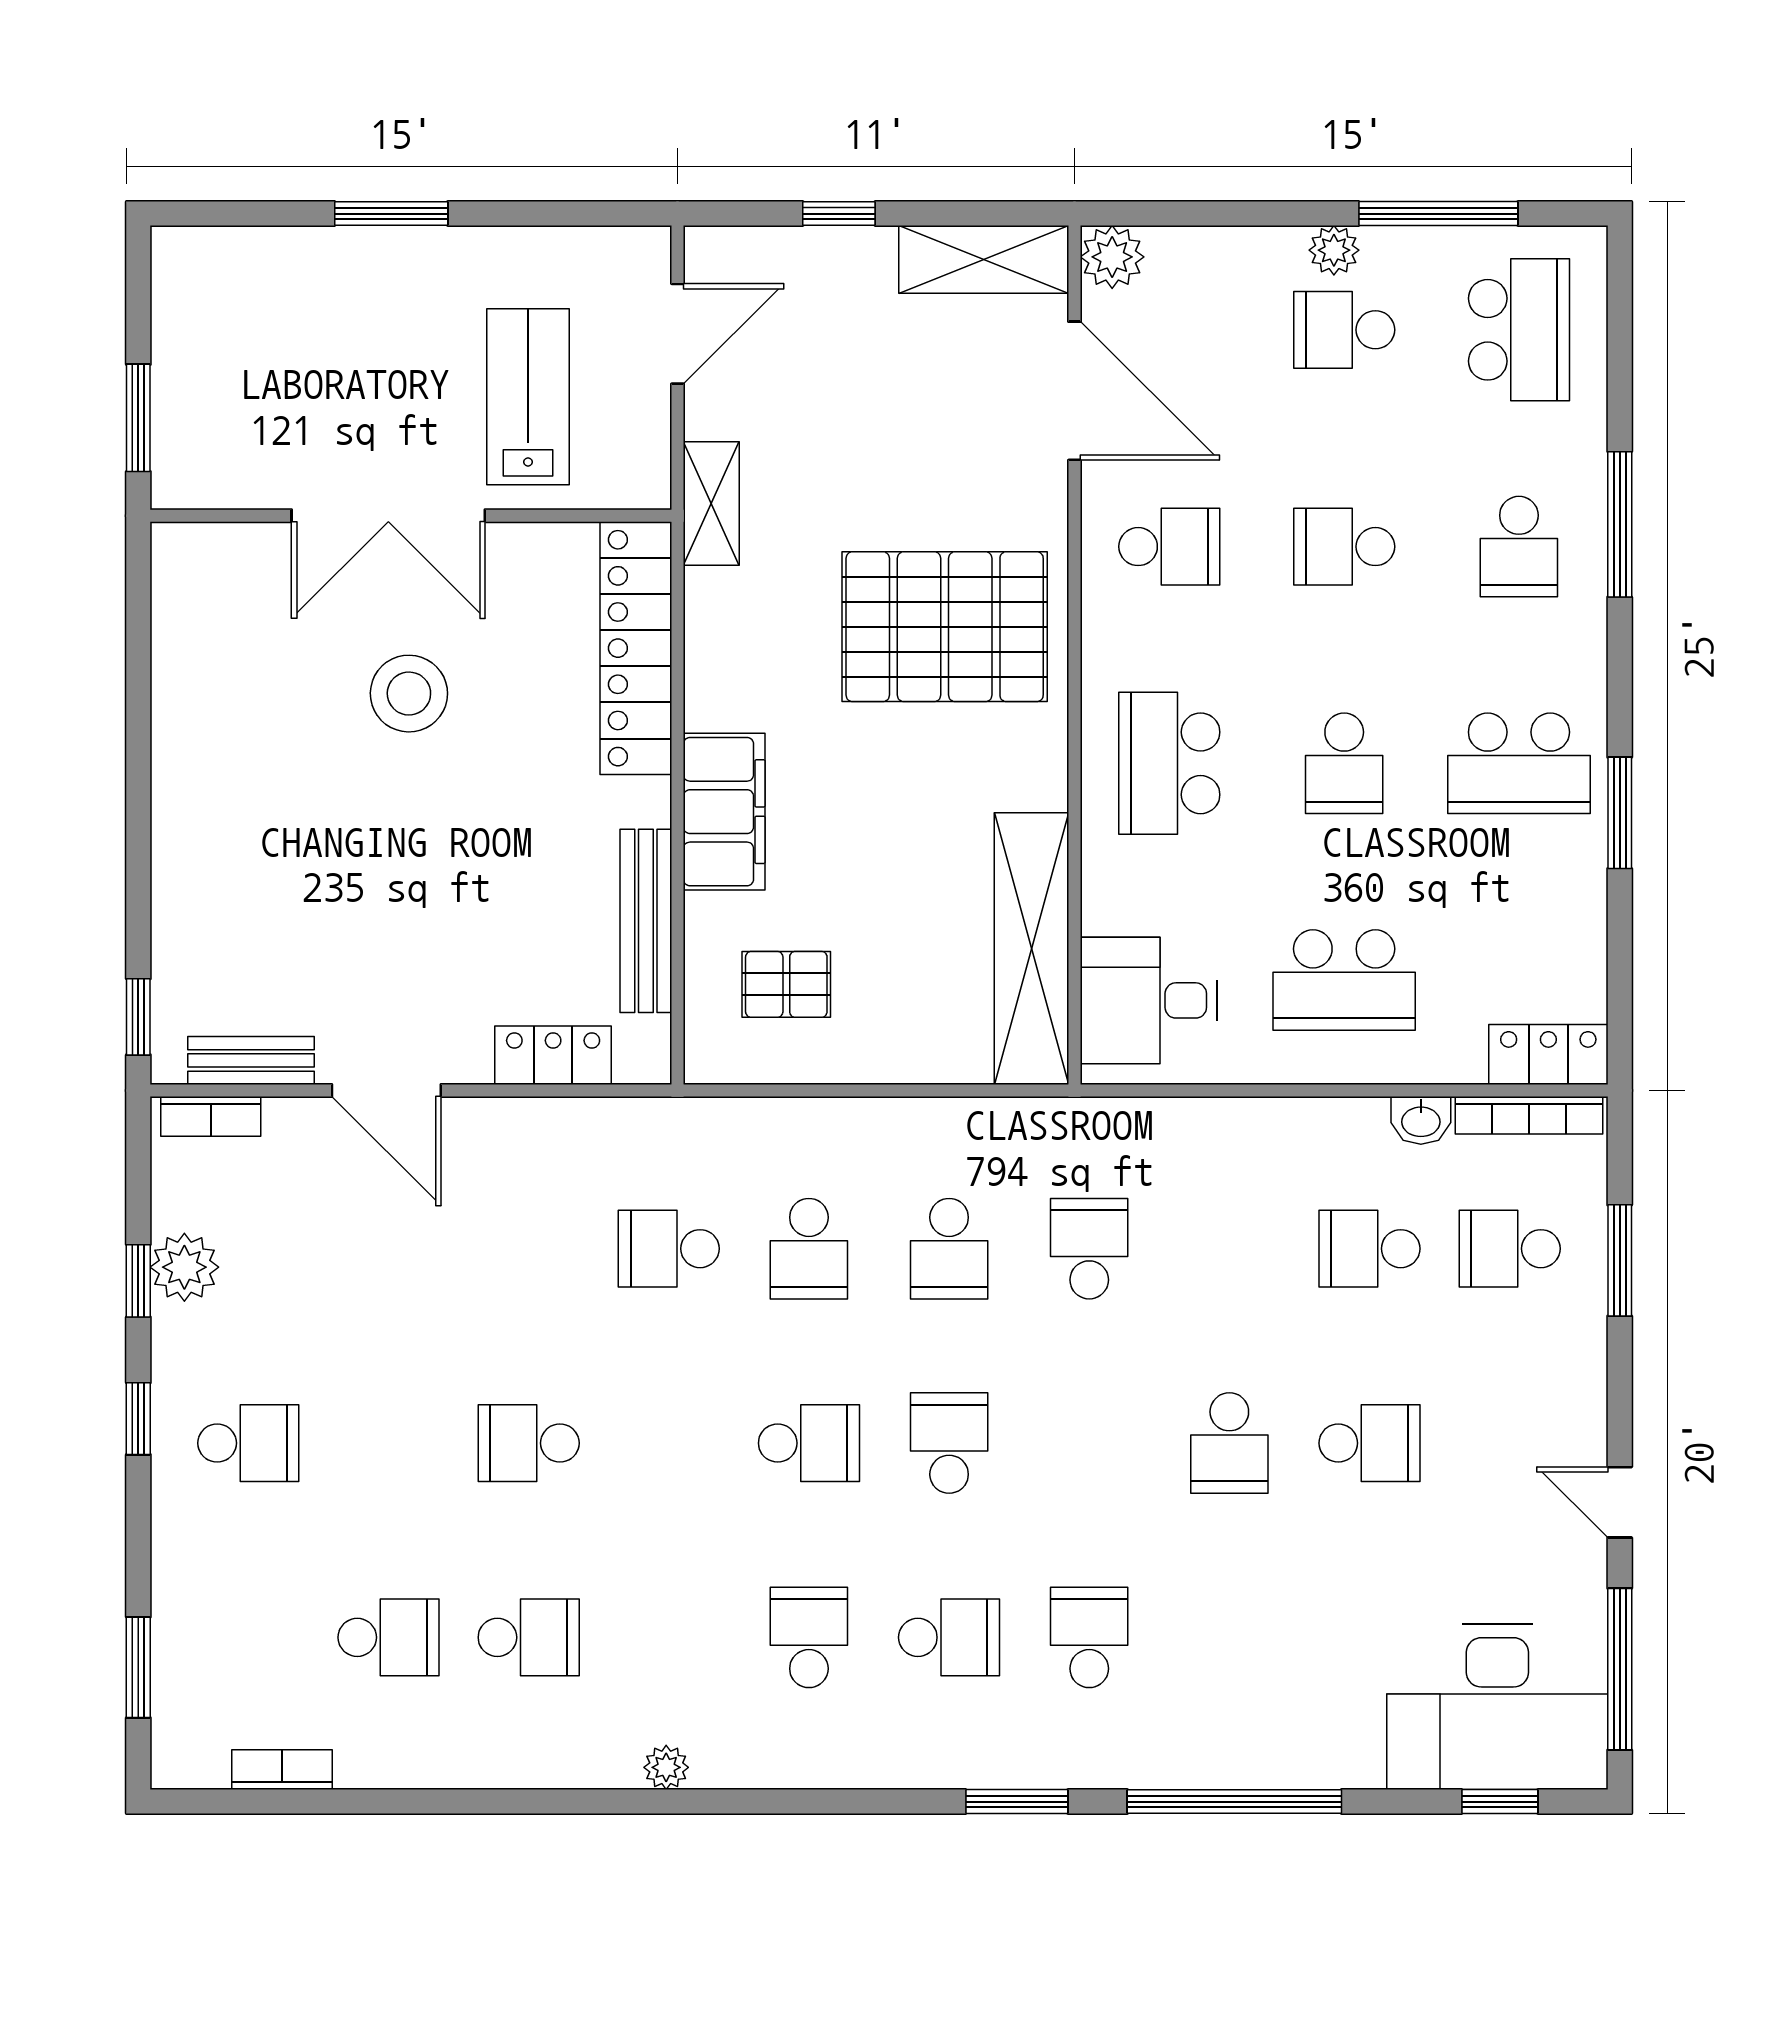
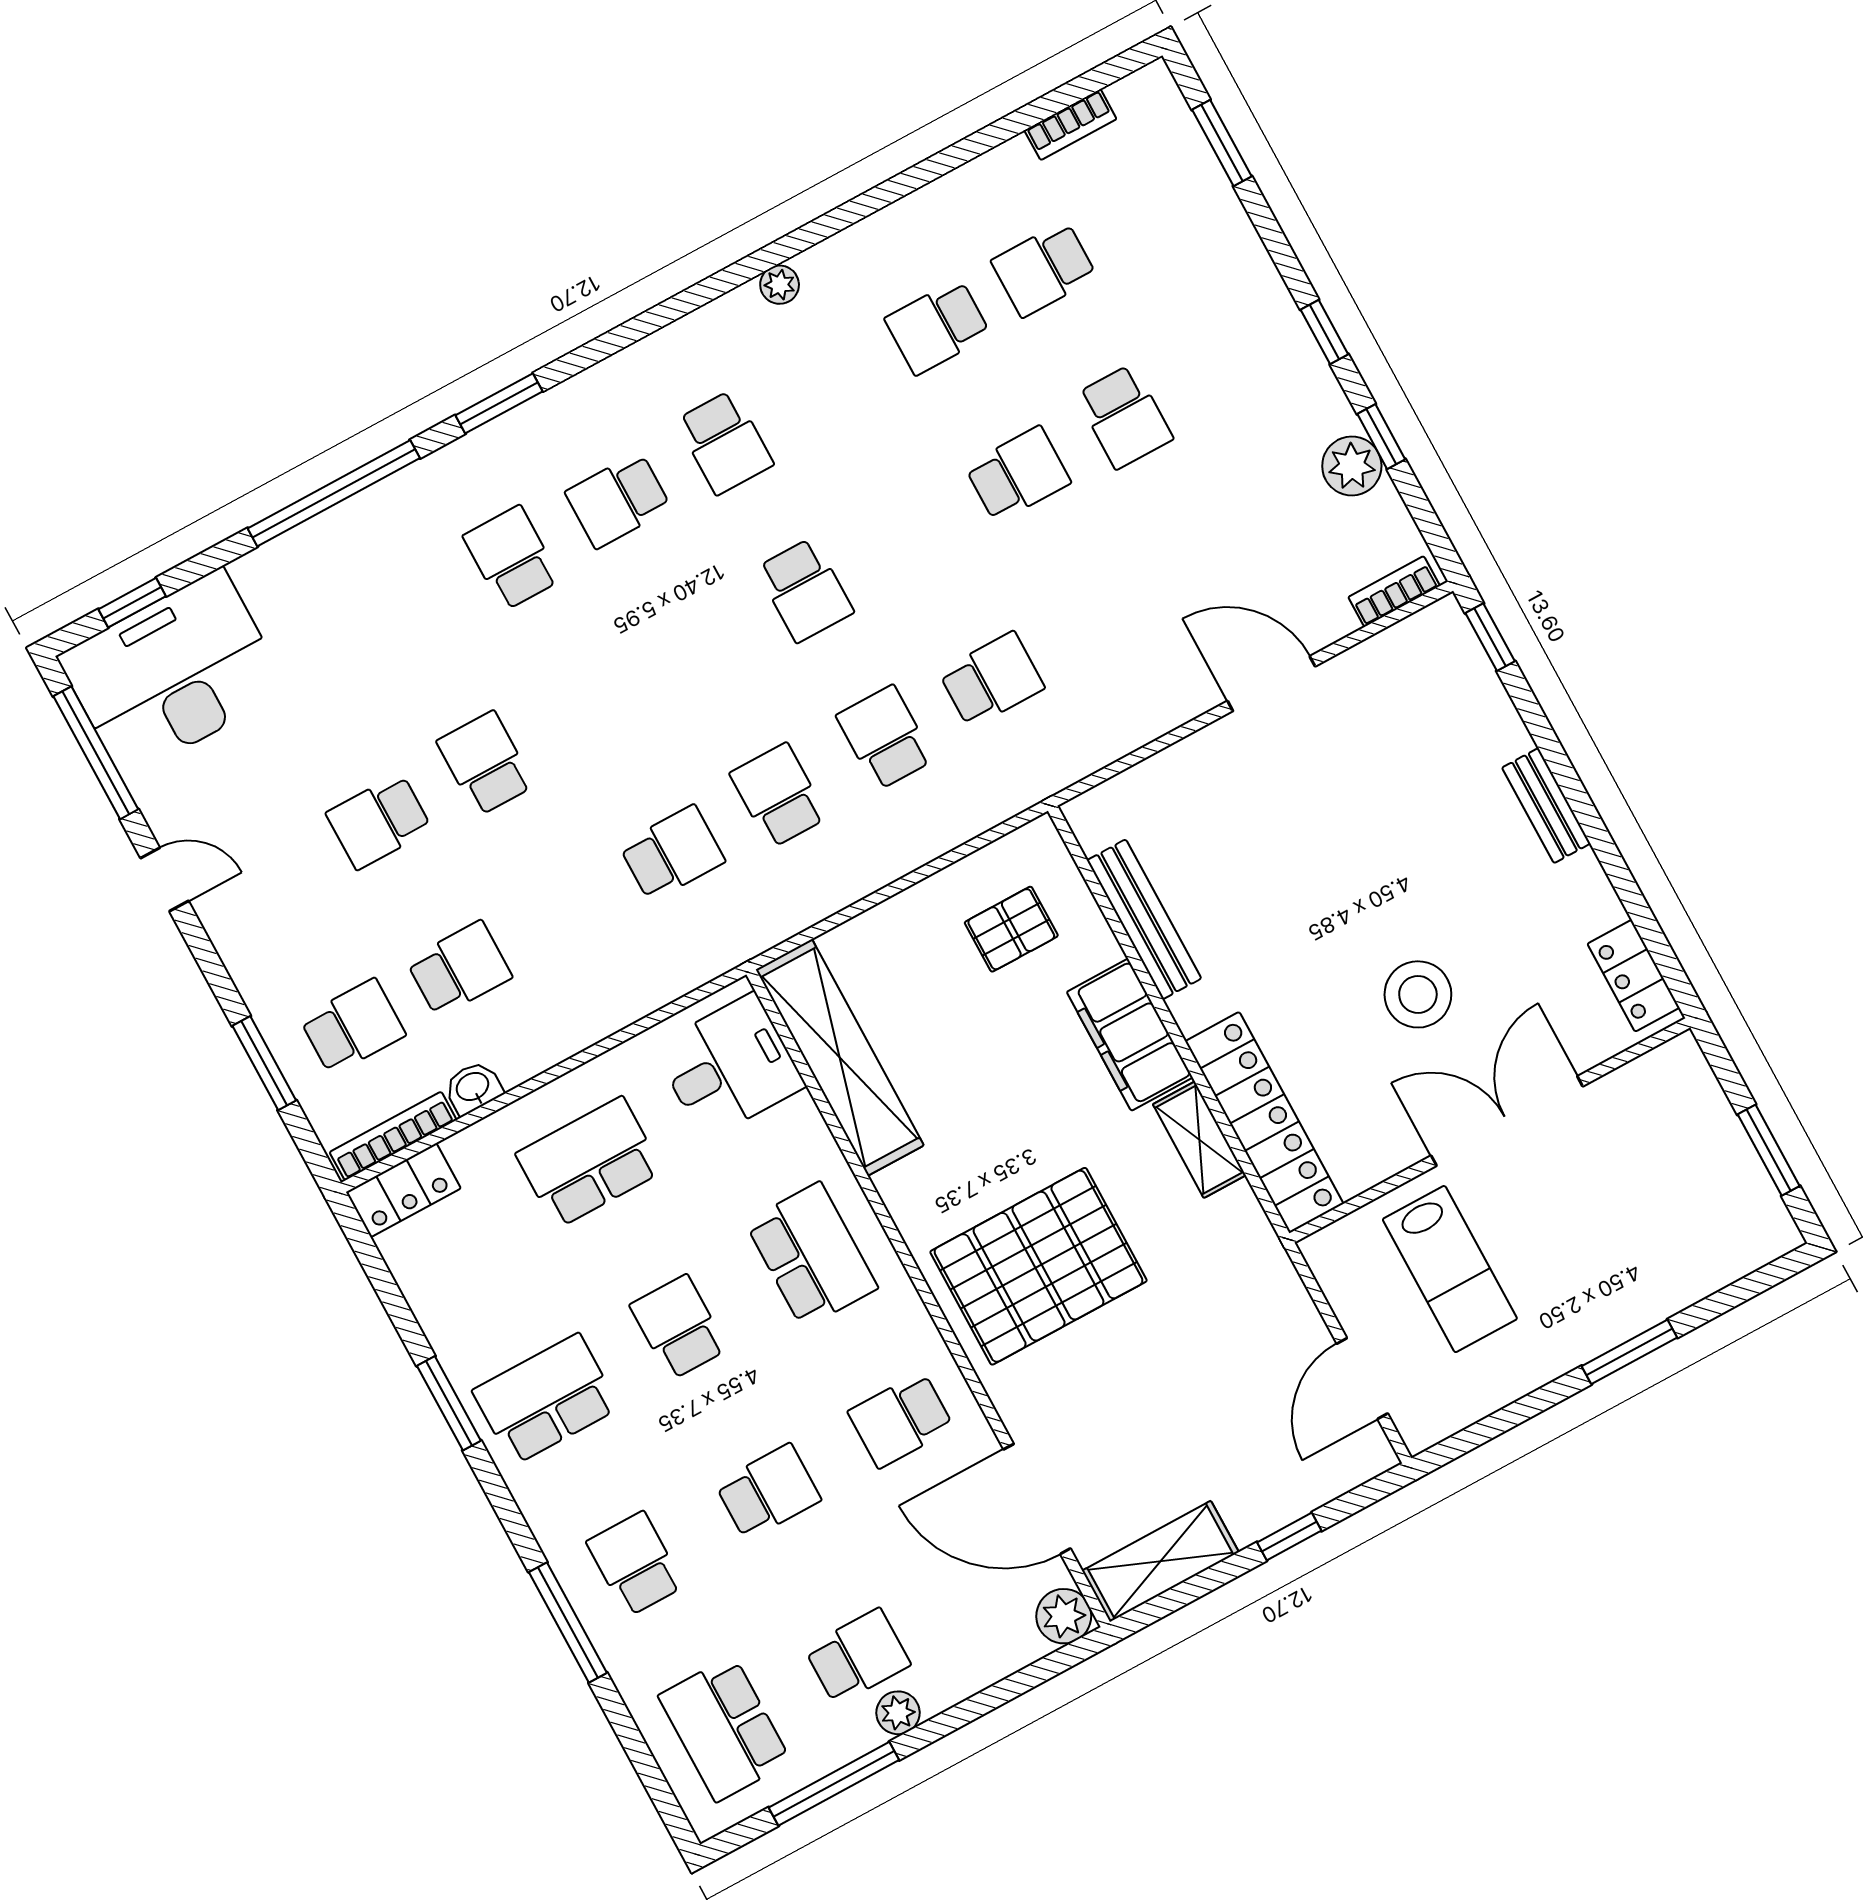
window: (138, 418) -> (1769, 1150), moved
shelving: (711, 504) -> (1199, 1140), moved
locker: (553, 1055) -> (1633, 976), moved, turned 90
bench: (251, 1060) -> (1546, 806), moved, turned 90
school desk: (1089, 1249) -> (672, 853), turned -90
school desk: (248, 1443) -> (1124, 417), moved, turned -90
school desk: (809, 1443) -> (805, 590), turned -90
school desk: (949, 1443) -> (698, 648), removed
school desk: (1089, 1637) -> (512, 558), turned 180

